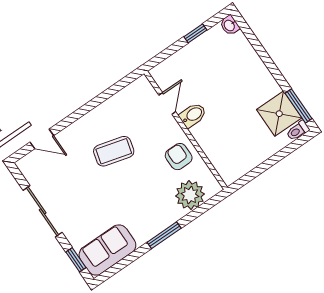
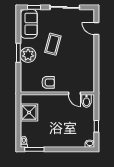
shower: (279, 114) -> (29, 112), moved
bidet: (193, 115) -> (86, 101), moved
door: (42, 139) -> (96, 28), hinge flipped
coffee table: (114, 151) -> (53, 44), moved
plant: (190, 195) -> (28, 55), moved

